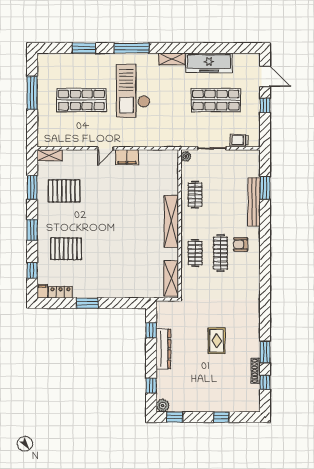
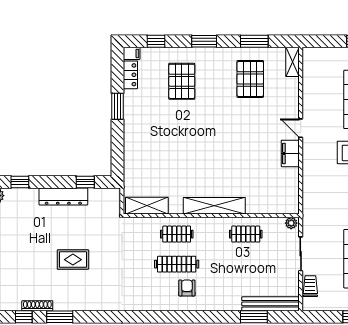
bench: (254, 202) -> (271, 304), moved

